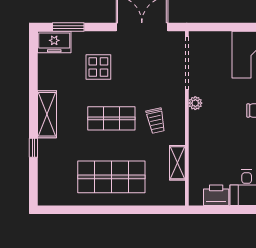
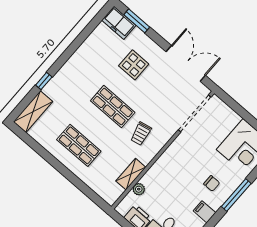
plant: (195, 103) -> (139, 189), moved
shelving: (47, 114) -> (33, 112), moved
shop shelf: (111, 177) -> (79, 145), width x0.70, depth x0.74

